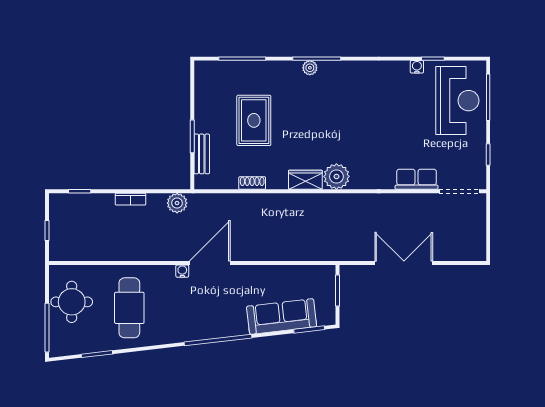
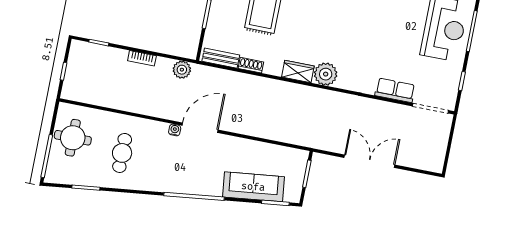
bench: (202, 154) -> (221, 58), moved, turned 90
cafe table: (129, 308) -> (122, 153), width x0.73, depth x0.74

